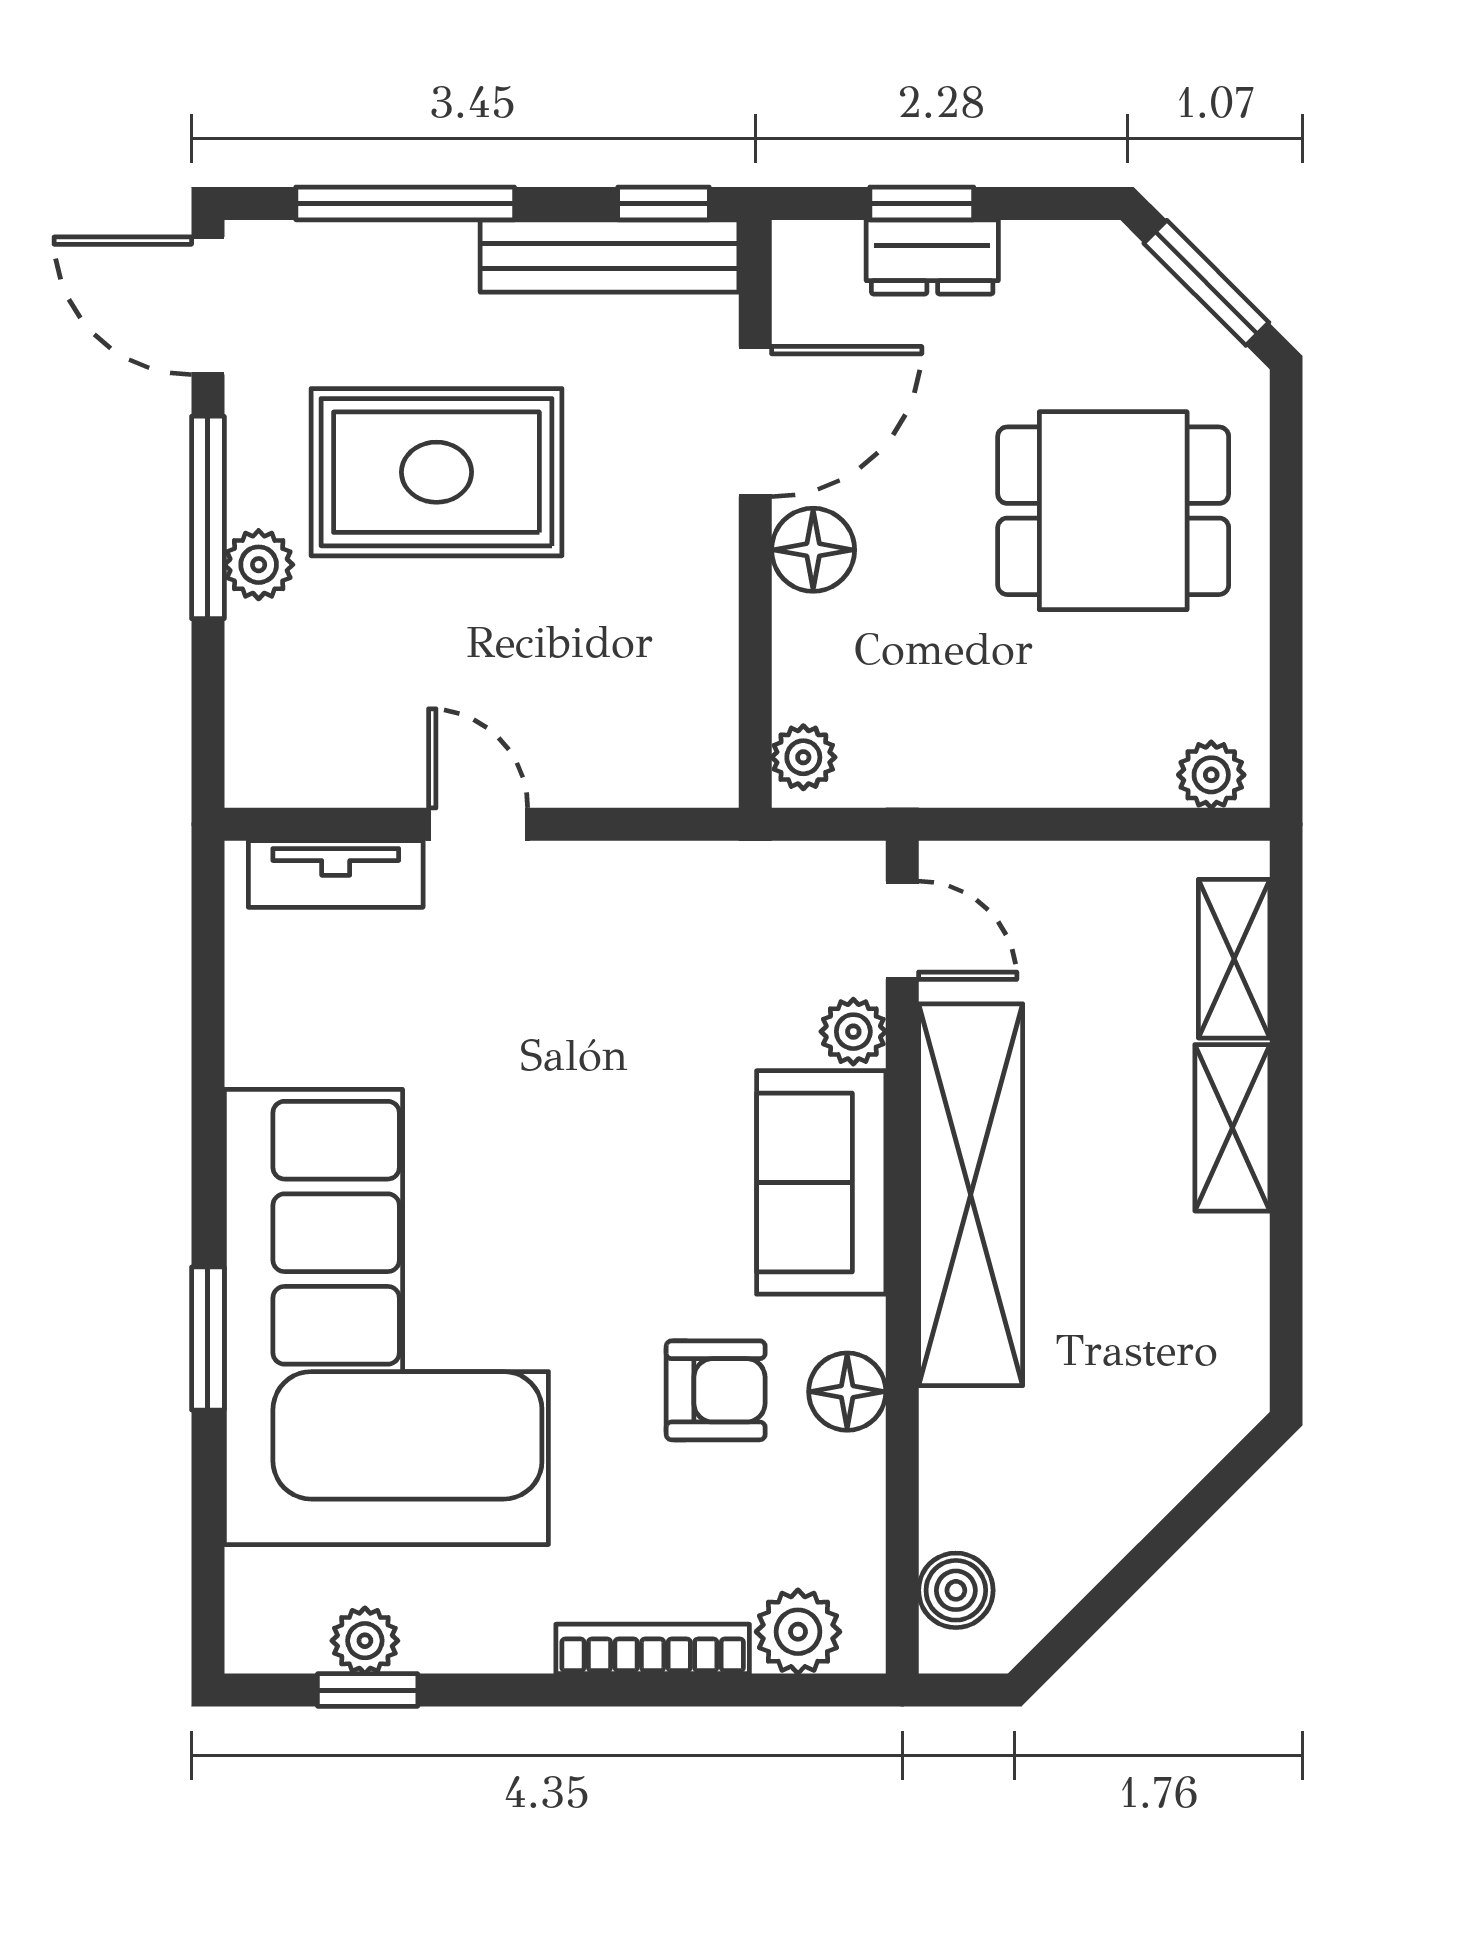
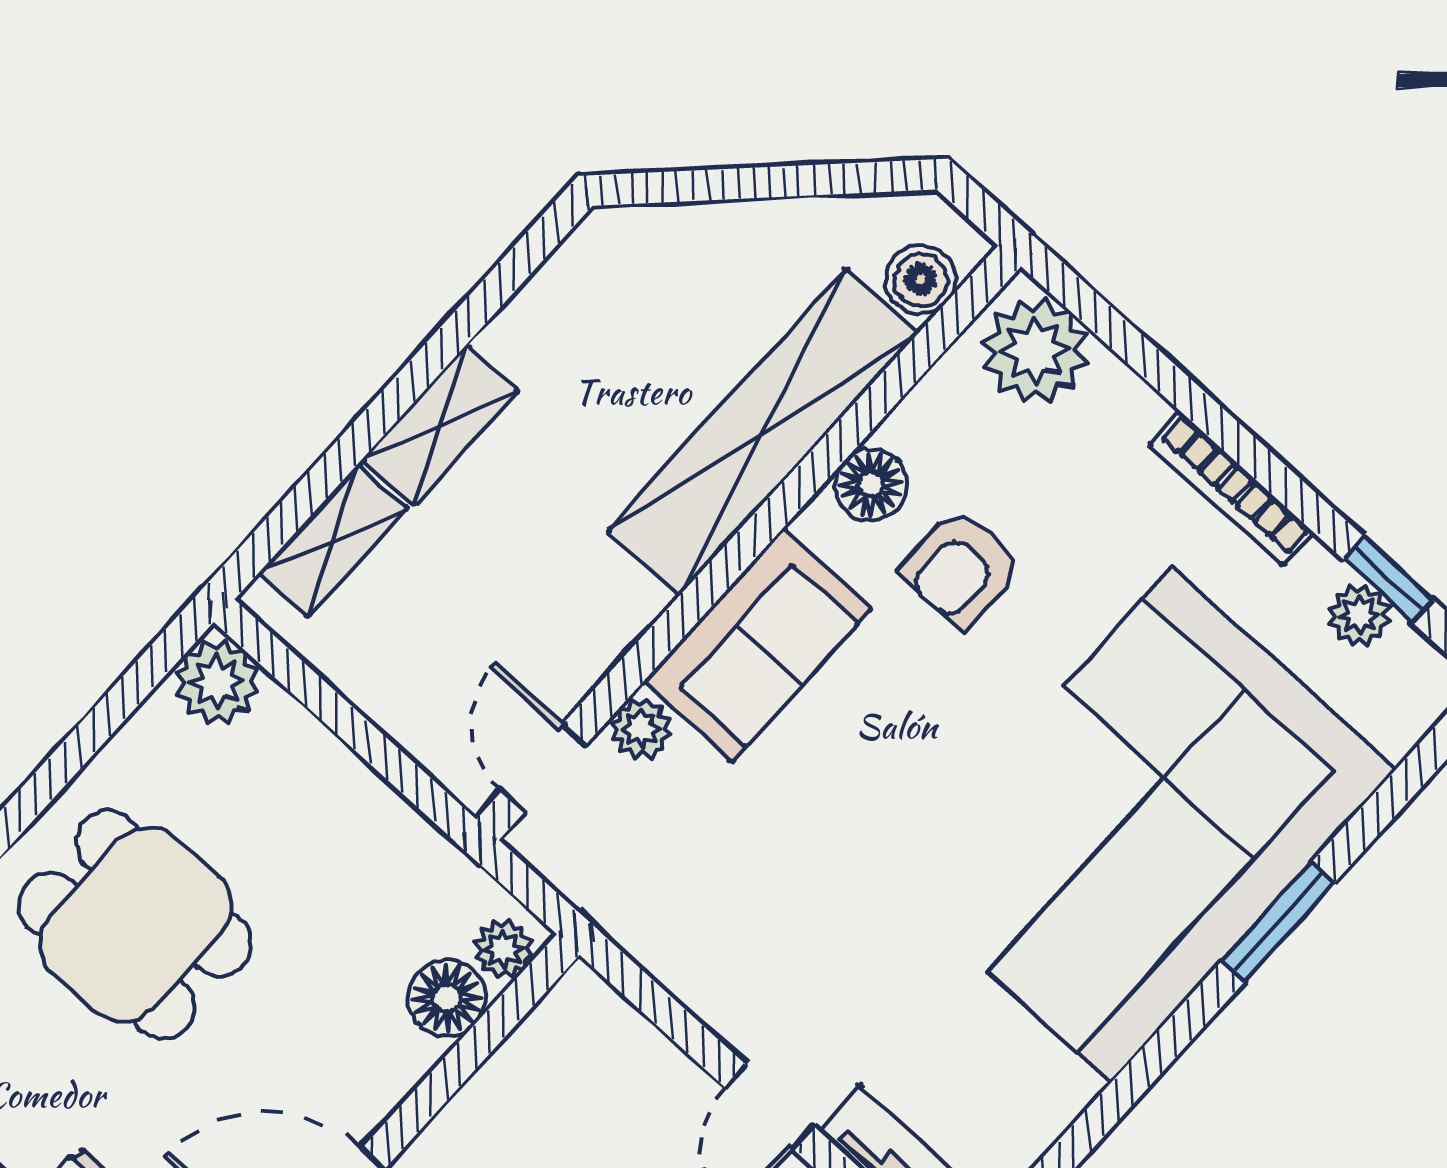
floor lamp: (813, 550) -> (447, 998), moved
plant: (1211, 775) -> (217, 682), width x1.38, depth x1.38
shelving: (971, 1195) -> (763, 432), moved
armchair: (716, 1390) -> (961, 568), turned -90
plant: (798, 1632) -> (1035, 351), width x1.36, depth x1.36
bookcase: (653, 1649) -> (1231, 489), moved

